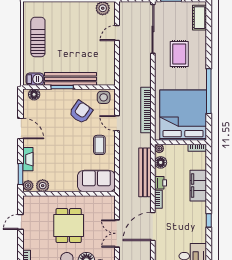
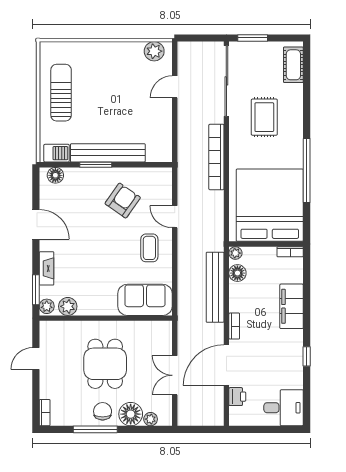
side table: (104, 97) -> (155, 179), removed
bookcase: (146, 110) -> (216, 157), moved
printer: (161, 183) -> (237, 397), moved

